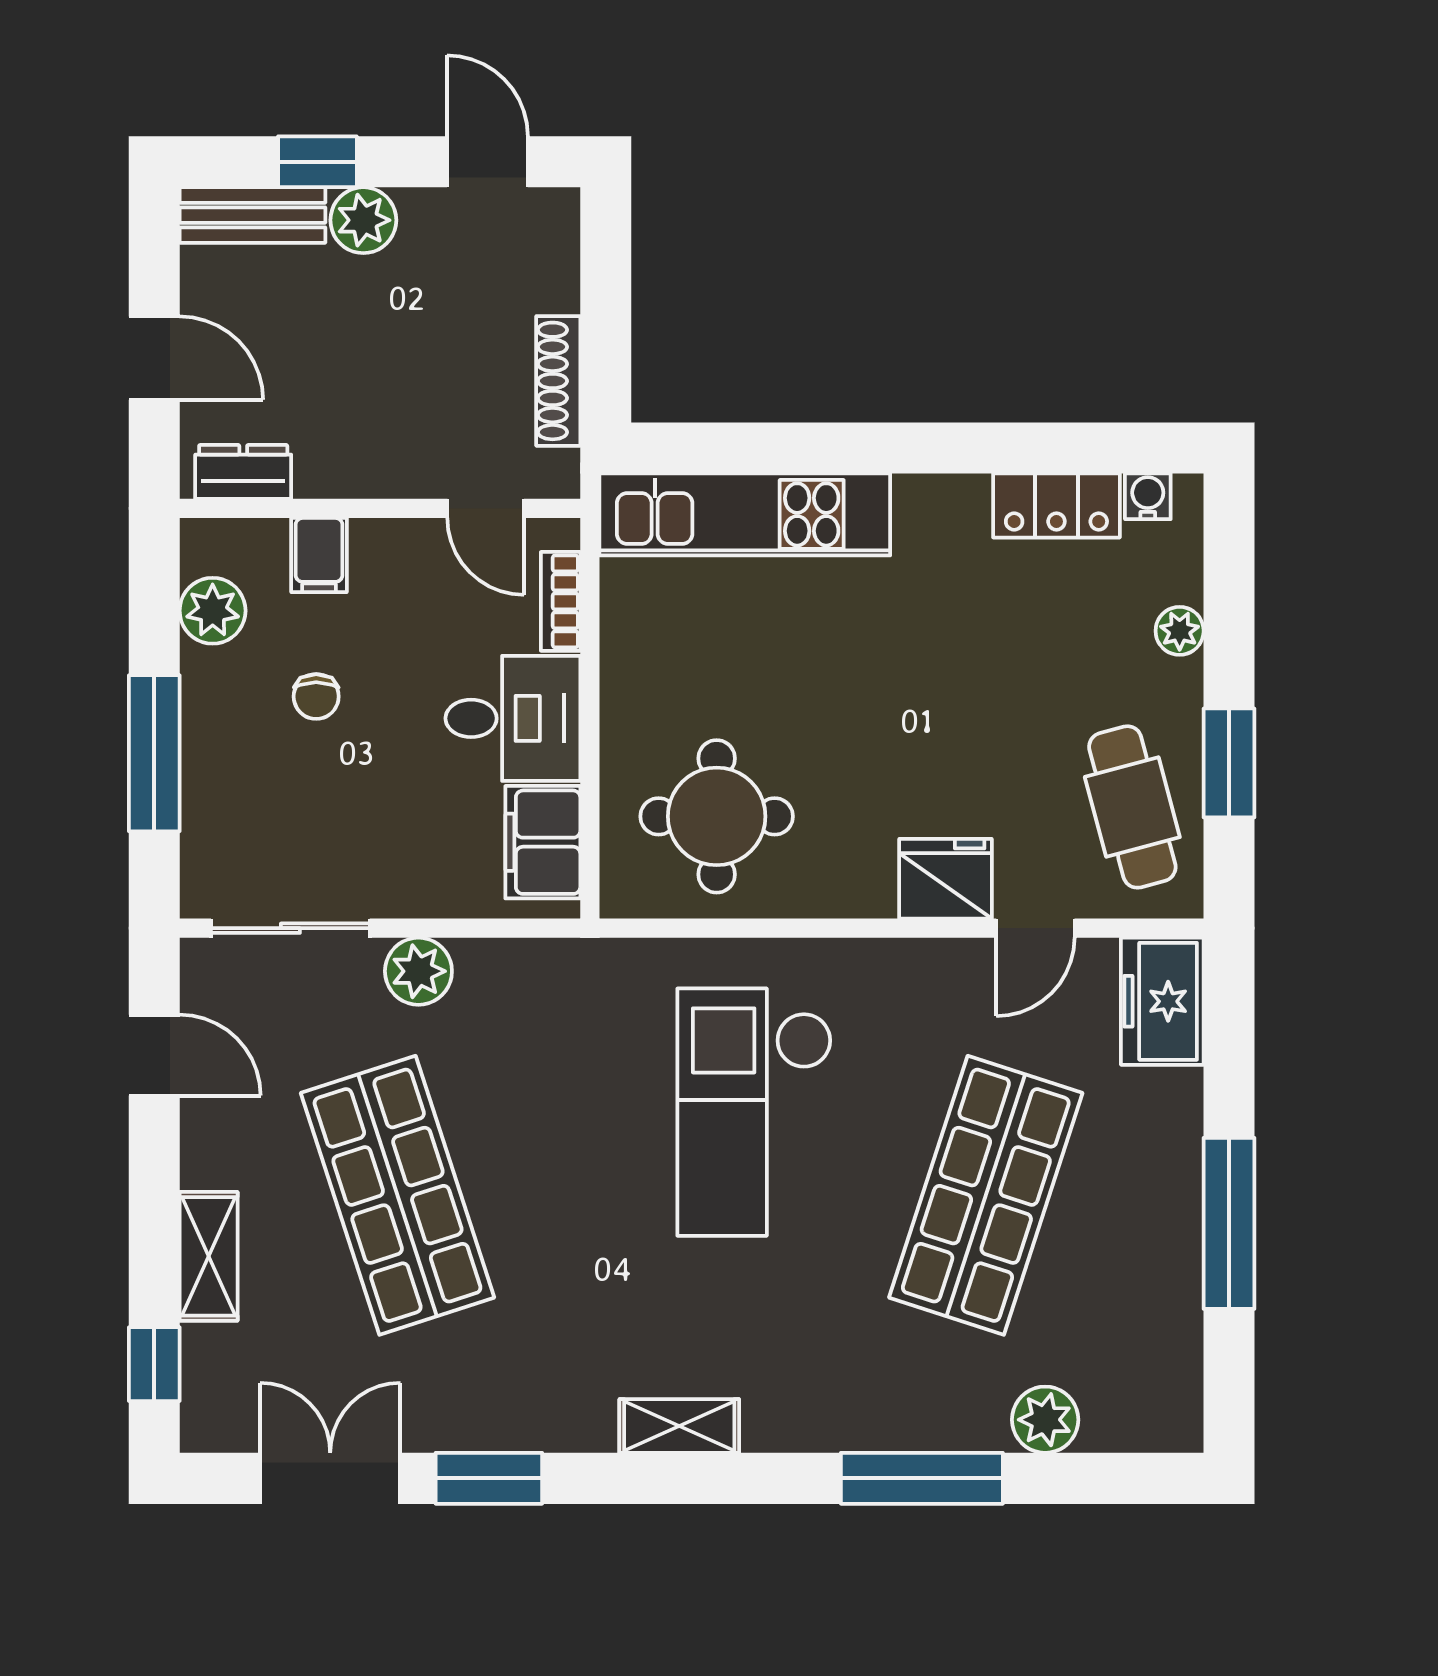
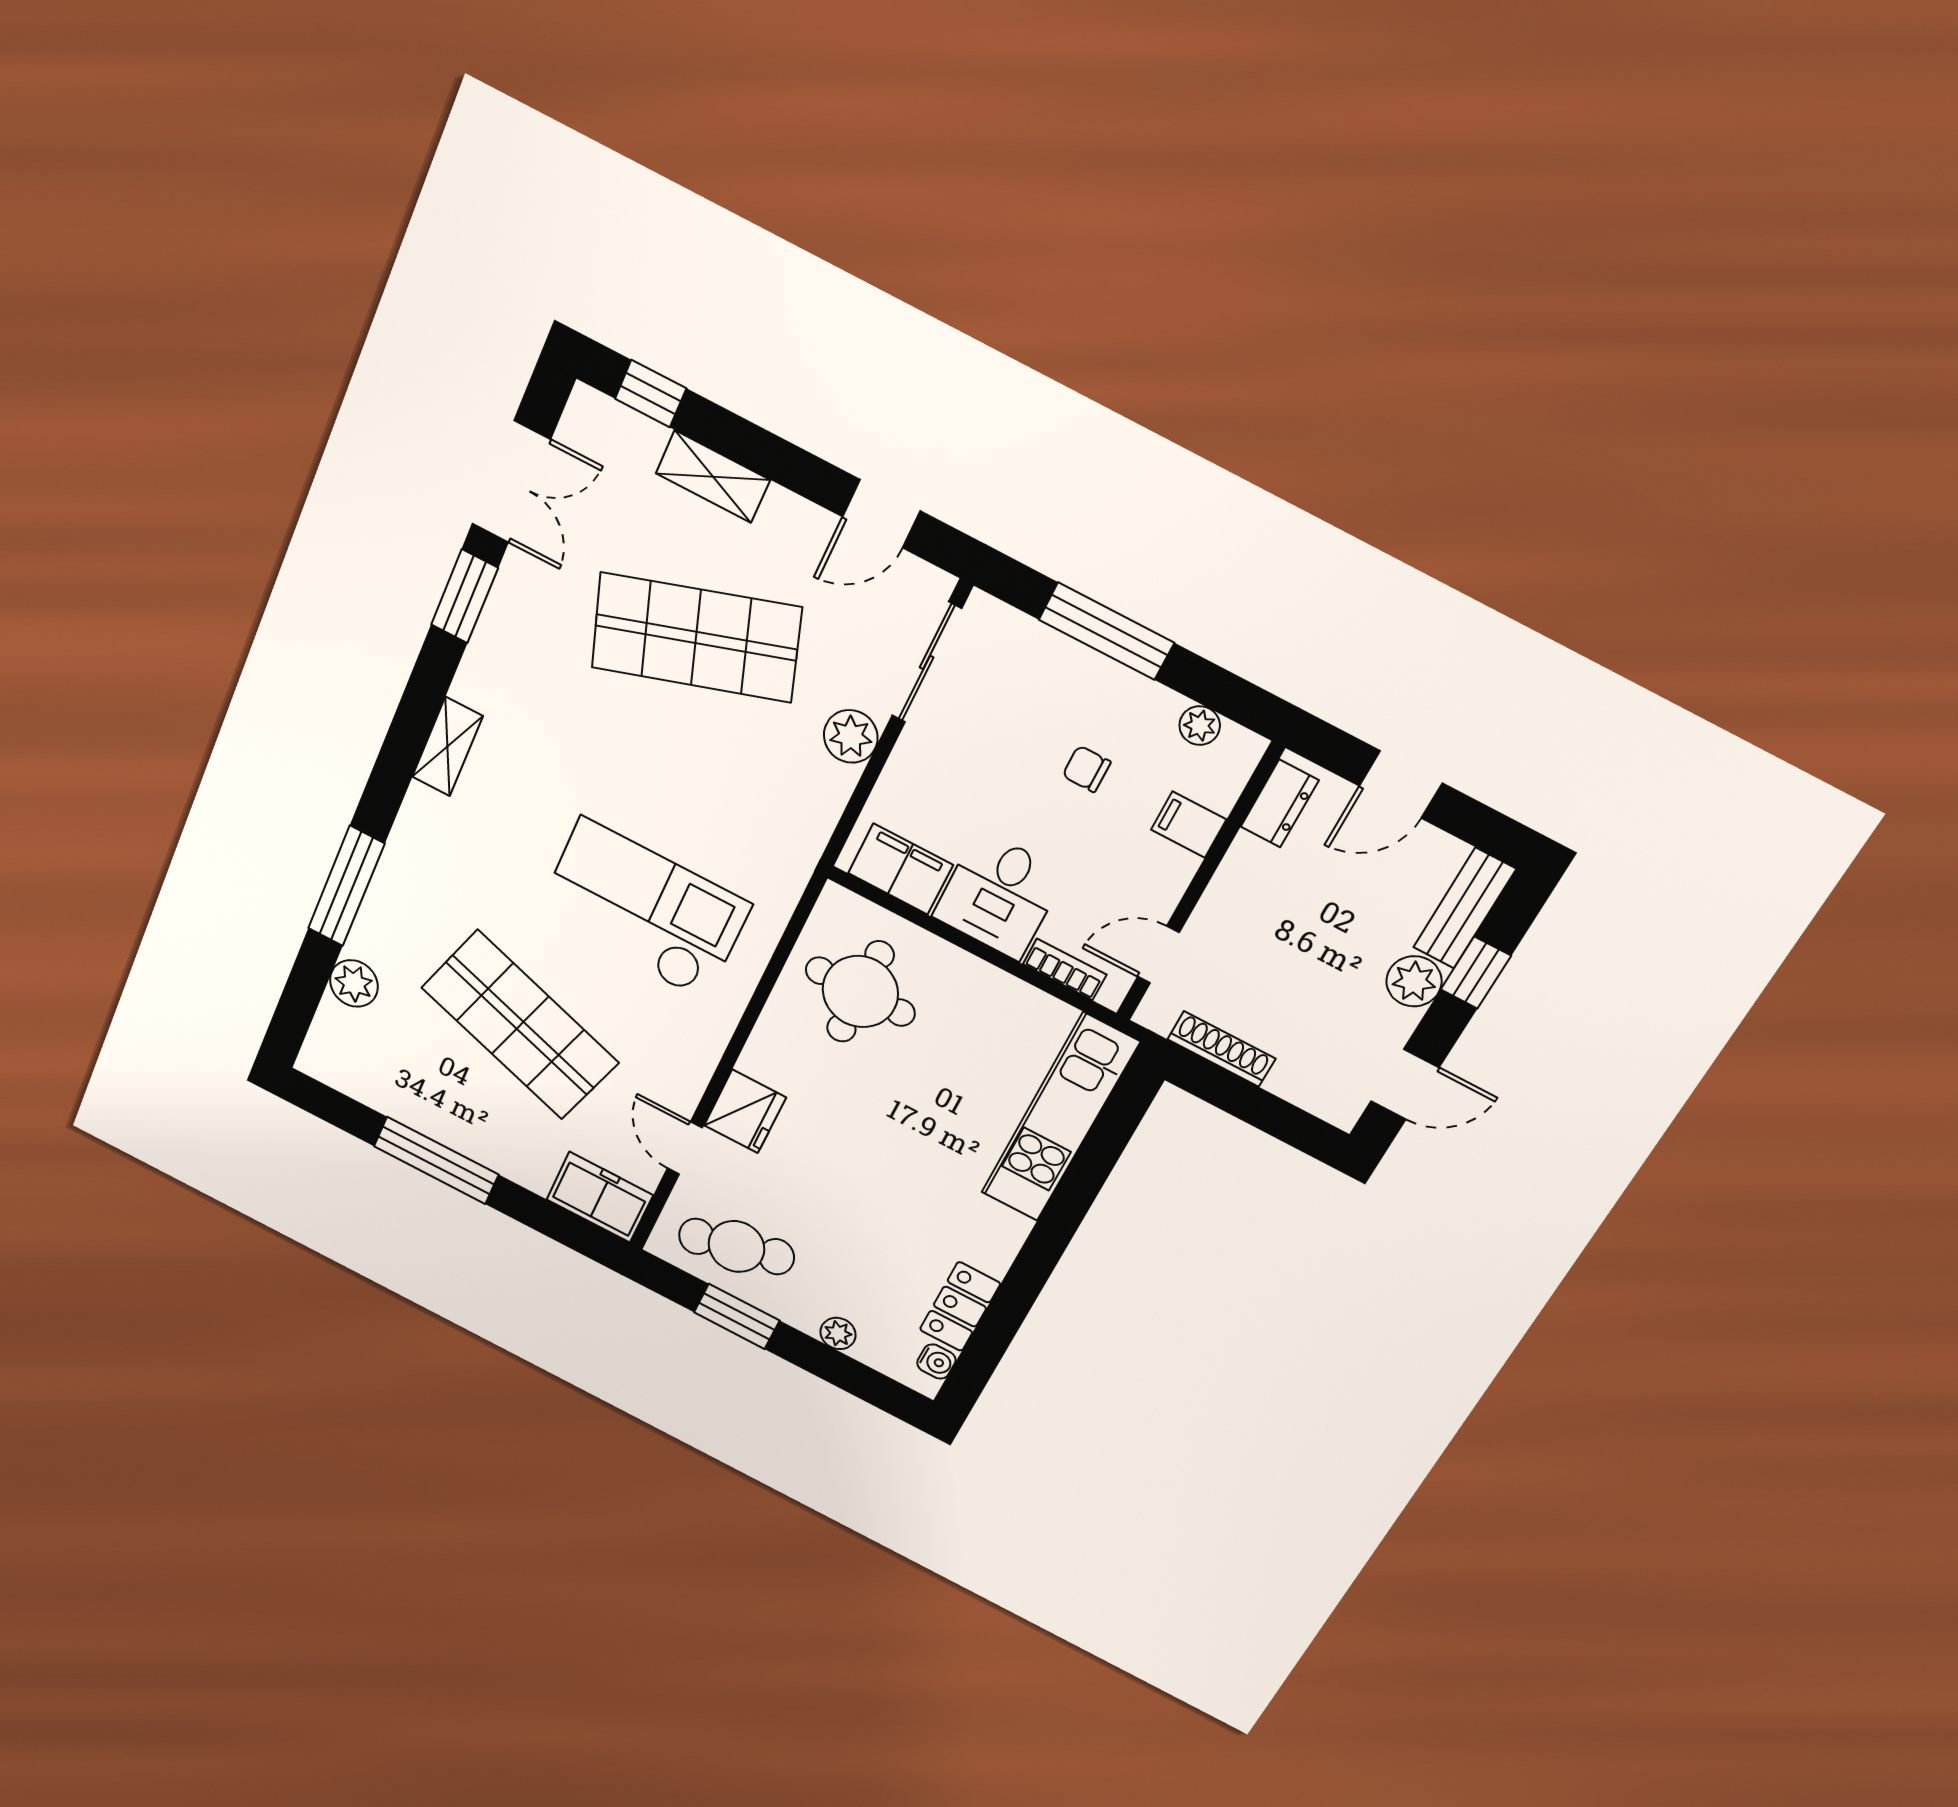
plant: (213, 611) -> (1200, 726), width x0.73, depth x0.73

